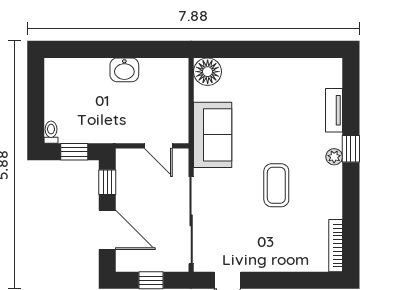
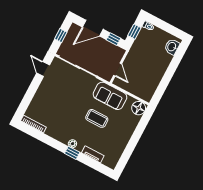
washbasin: (124, 70) -> (172, 47), moved
door: (158, 146) -> (118, 70), swing flipped
coffee table: (276, 185) -> (97, 118), moved

